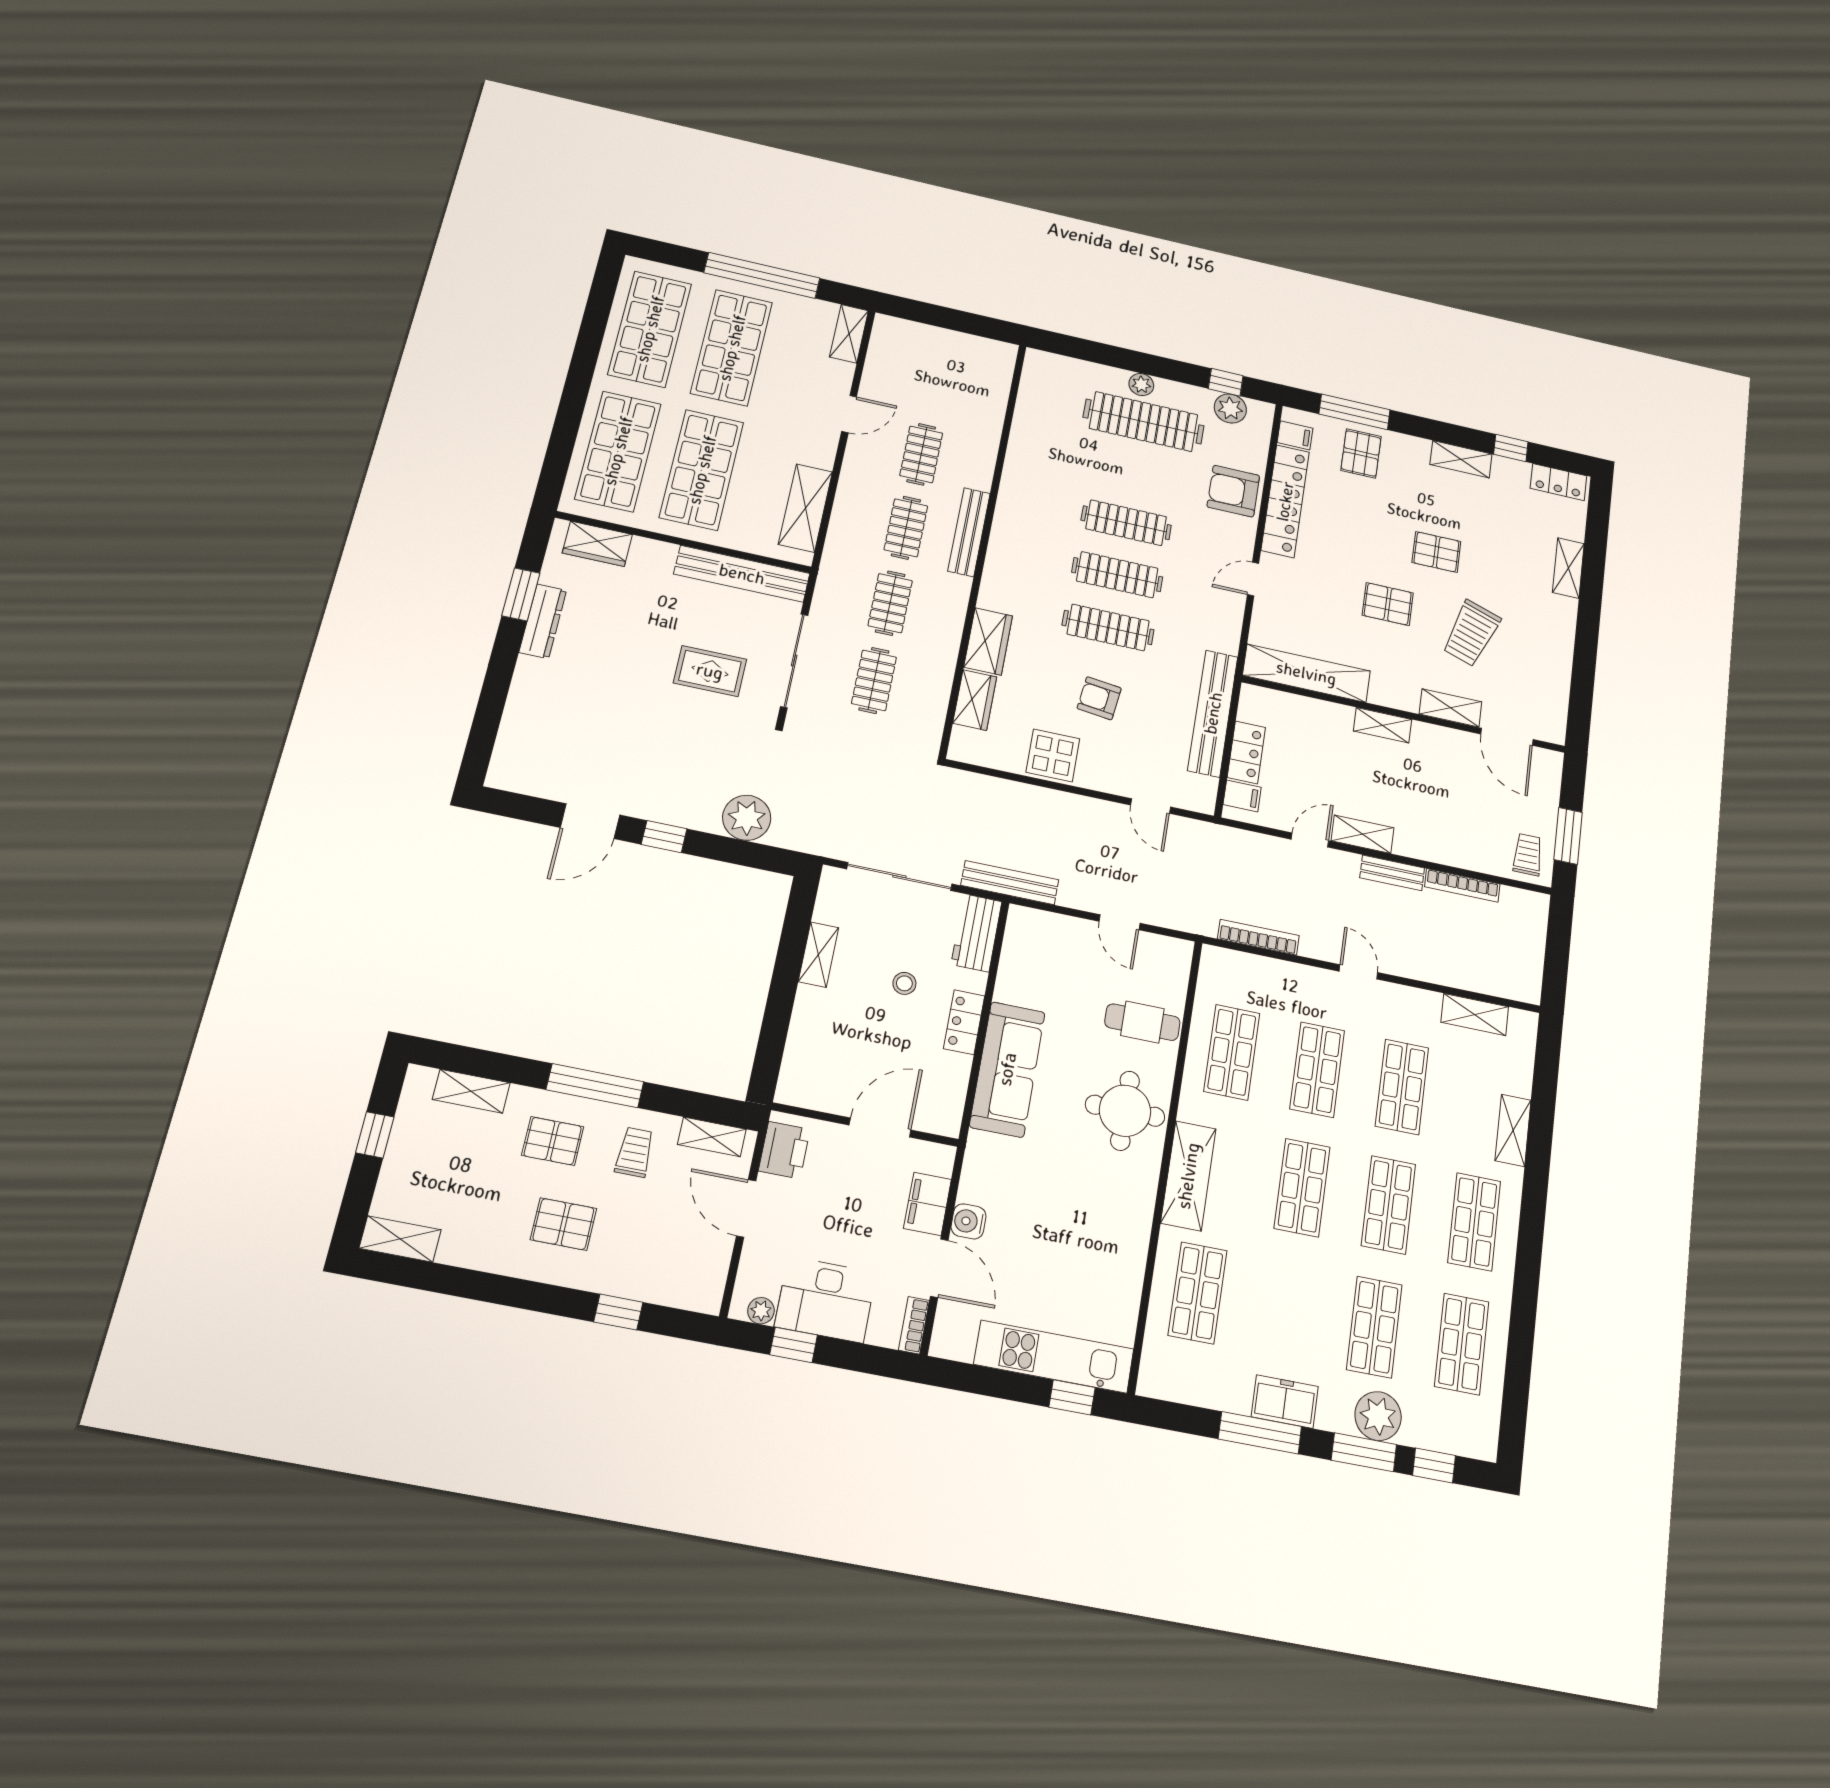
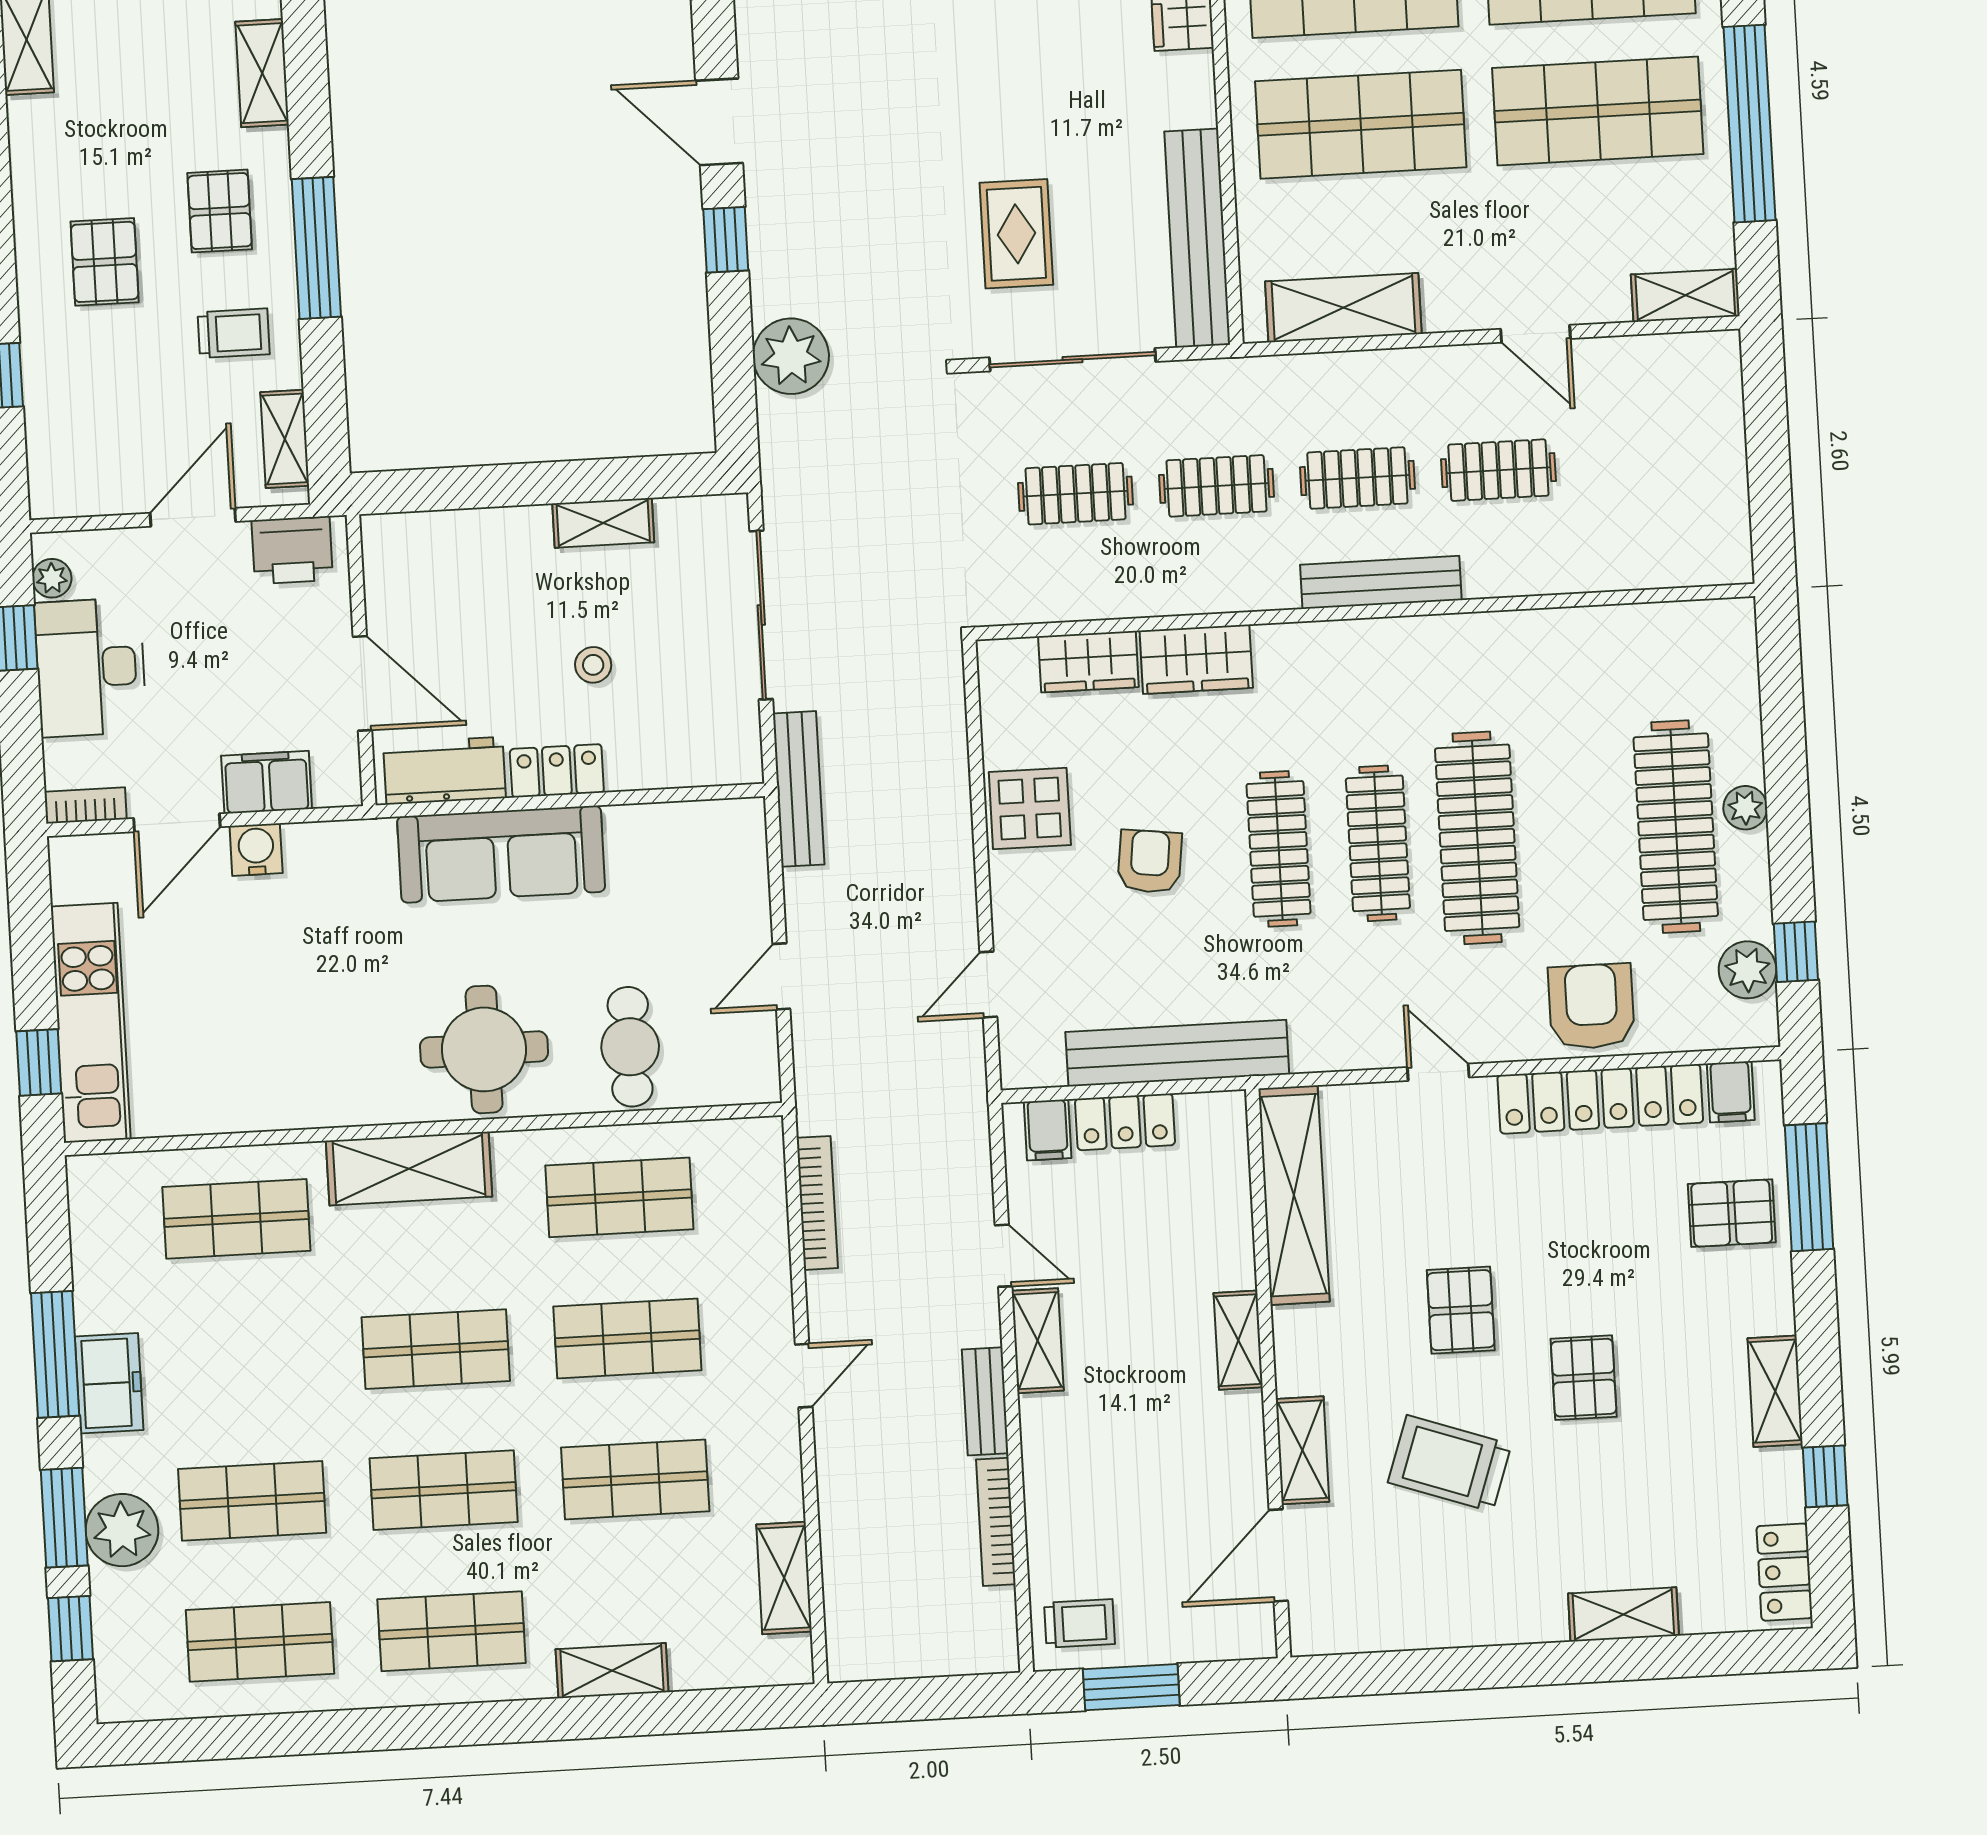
clothes rail: (1126, 523) -> (1477, 838), width x1.37, depth x1.31
workbench: (977, 933) -> (445, 771), moved

